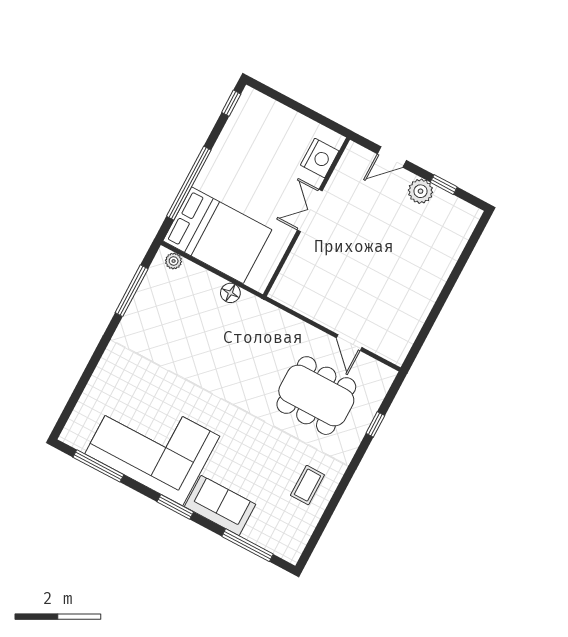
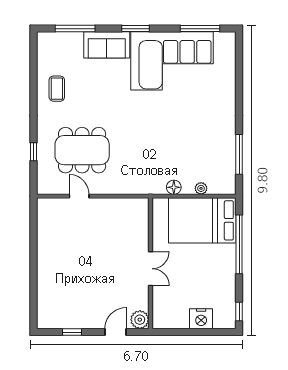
nightstand: (320, 158) -> (201, 319), moved, turned -90
plant: (421, 191) -> (140, 320), moved
plant: (174, 261) -> (201, 188), moved

